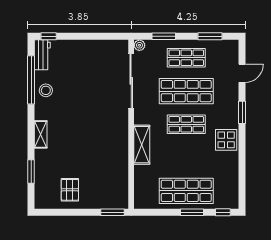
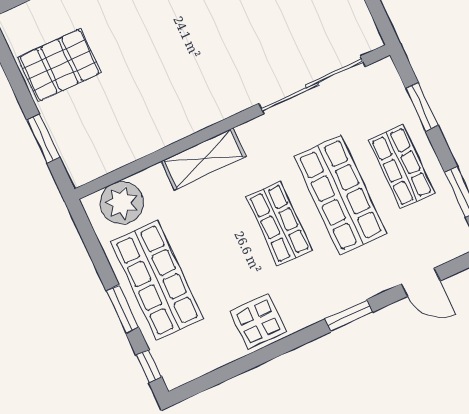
plant: (139, 45) -> (122, 203), moved, width x1.88, depth x1.88
display table: (226, 140) -> (258, 321), moved
pallet: (70, 190) -> (59, 65), width x1.50, depth x1.42
window: (113, 212) -> (43, 139), moved

